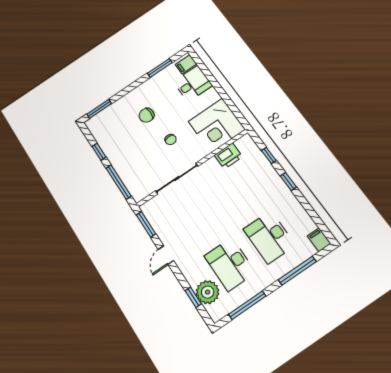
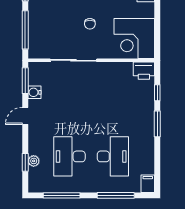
printer: (228, 156) -> (144, 71), moved
window: (288, 182) -> (157, 124), width x1.50
water cooler: (161, 229) -> (34, 92), added
desk: (269, 237) -> (113, 156), turned 180
plant: (208, 292) -> (34, 161), width x0.53, depth x0.53

